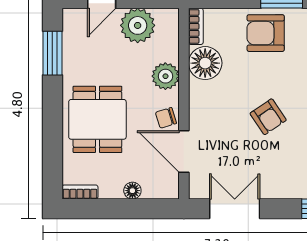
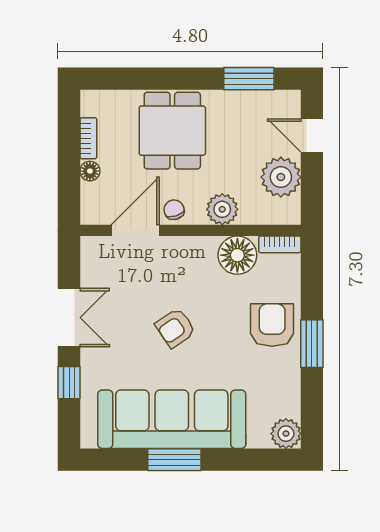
dining table: (97, 119) -> (172, 131), turned 90
bookcase: (80, 192) -> (88, 138), moved
double door: (235, 209) -> (69, 318), moved

